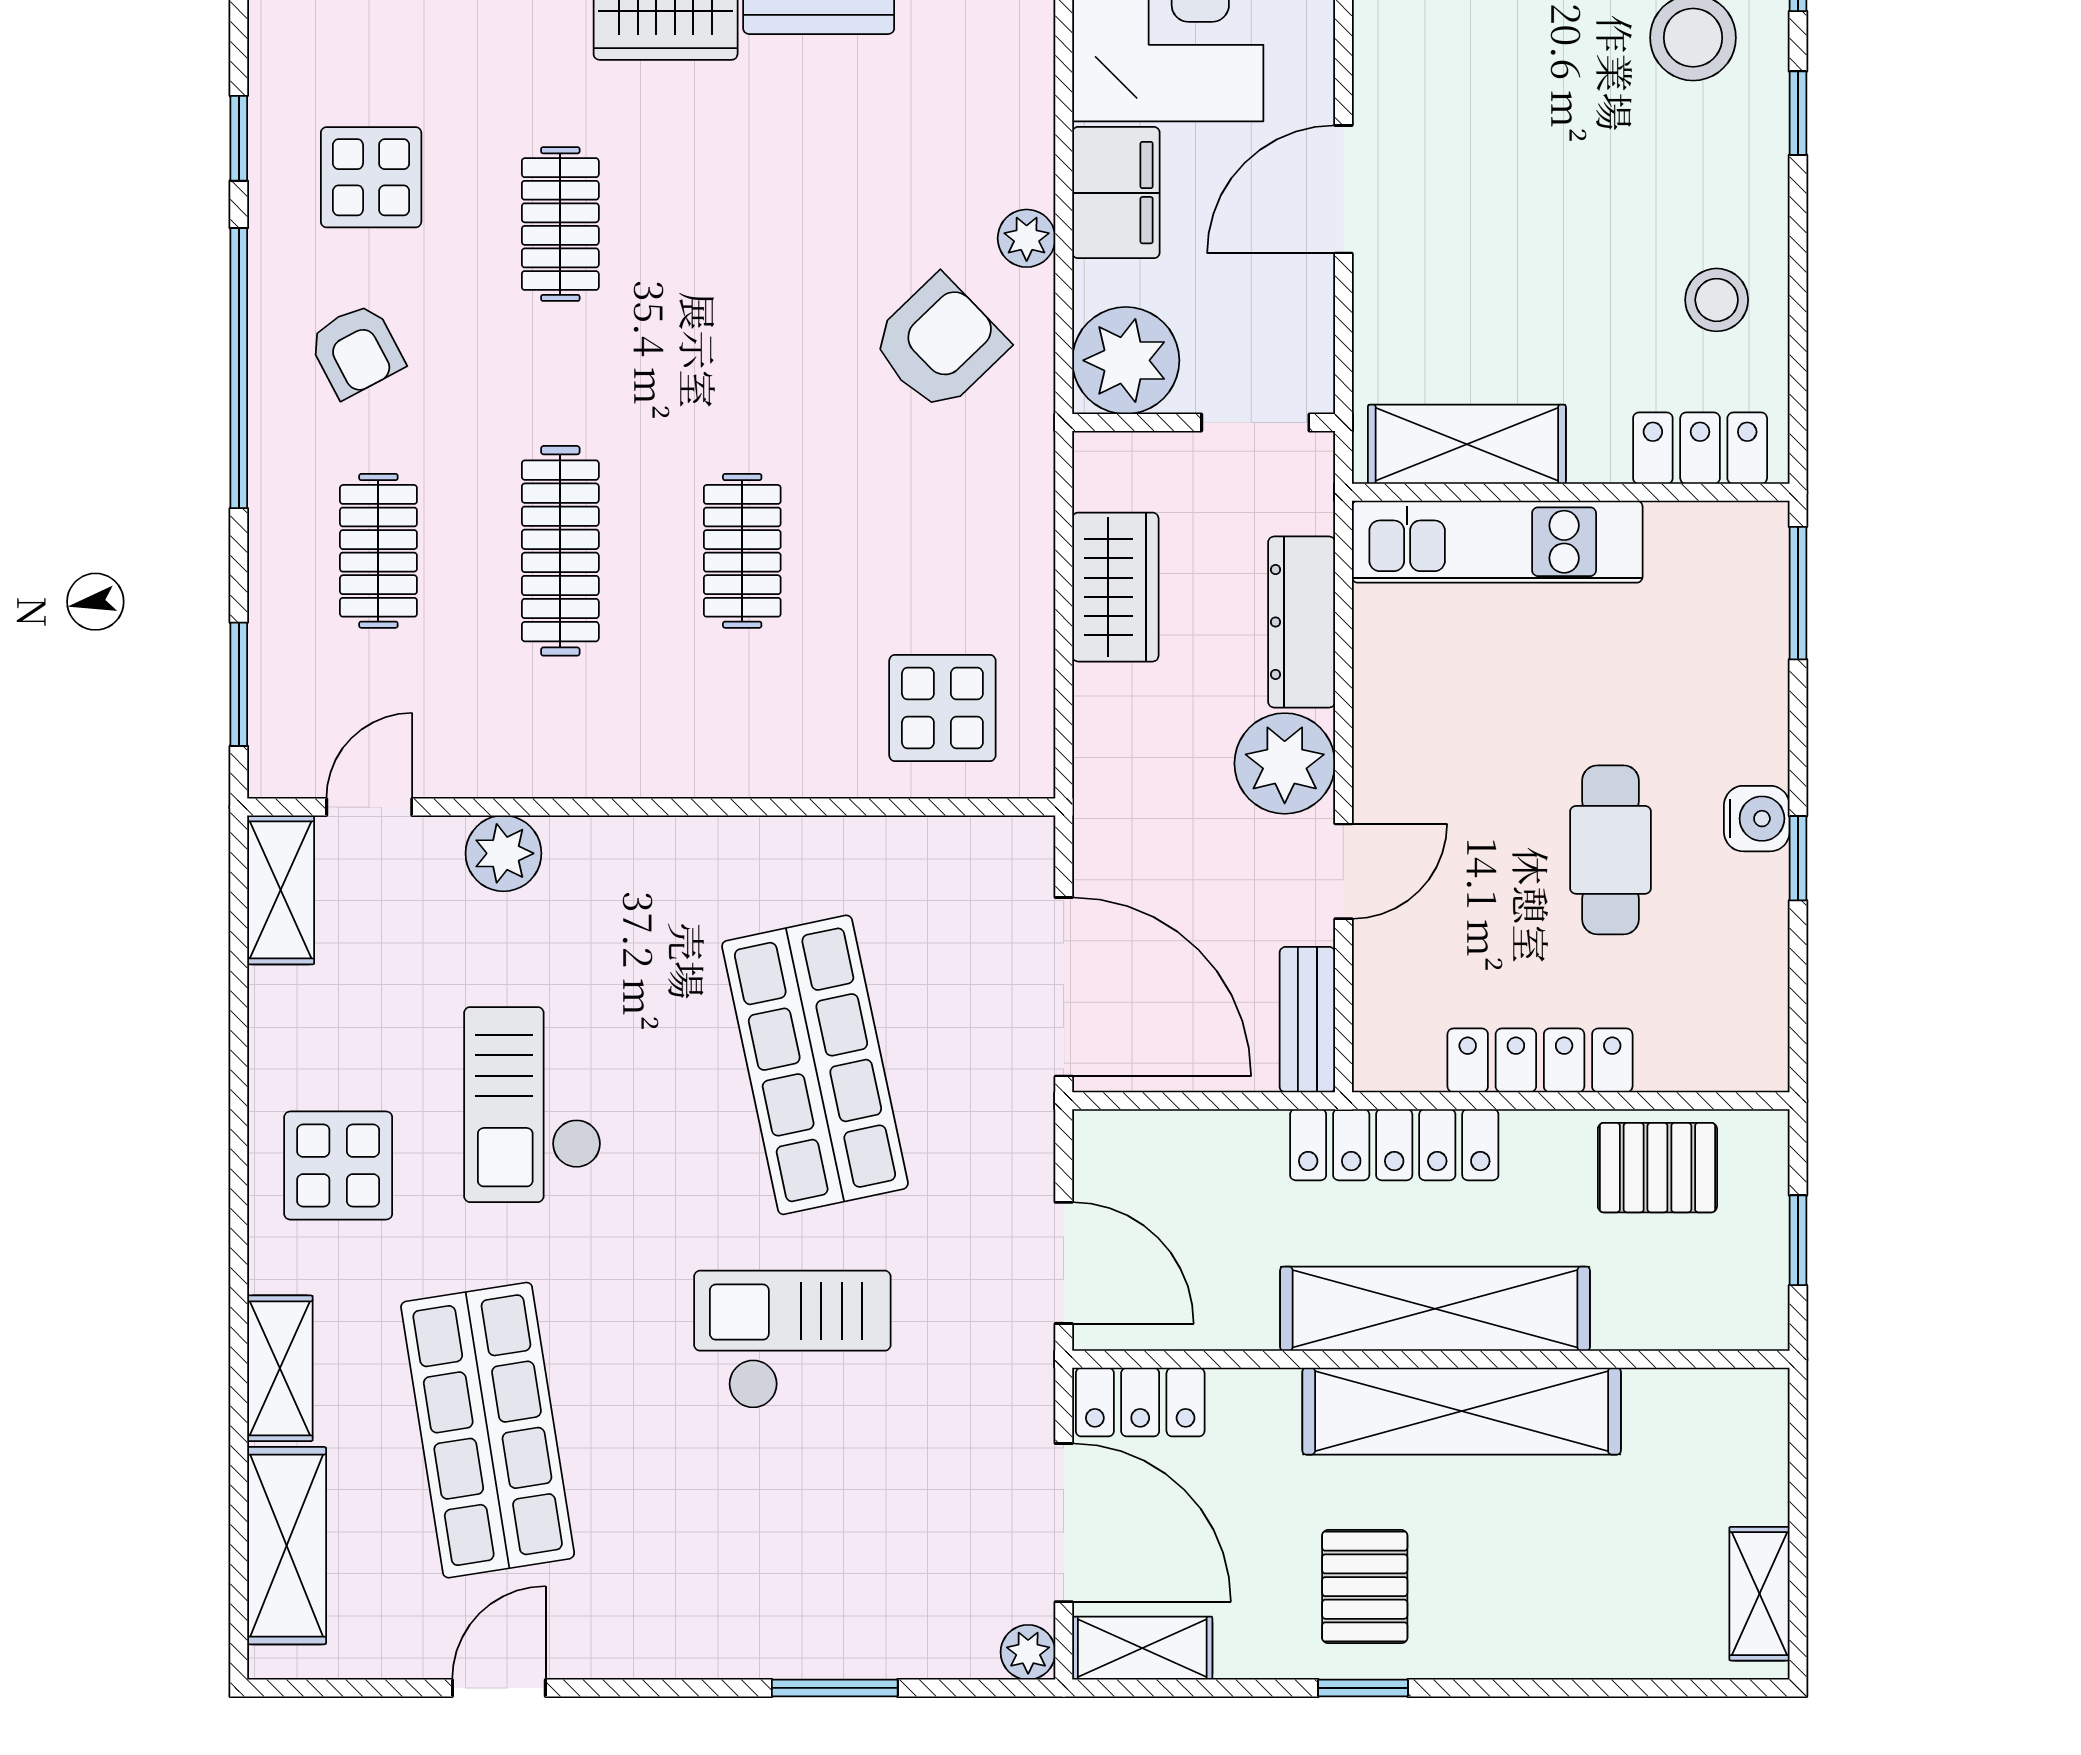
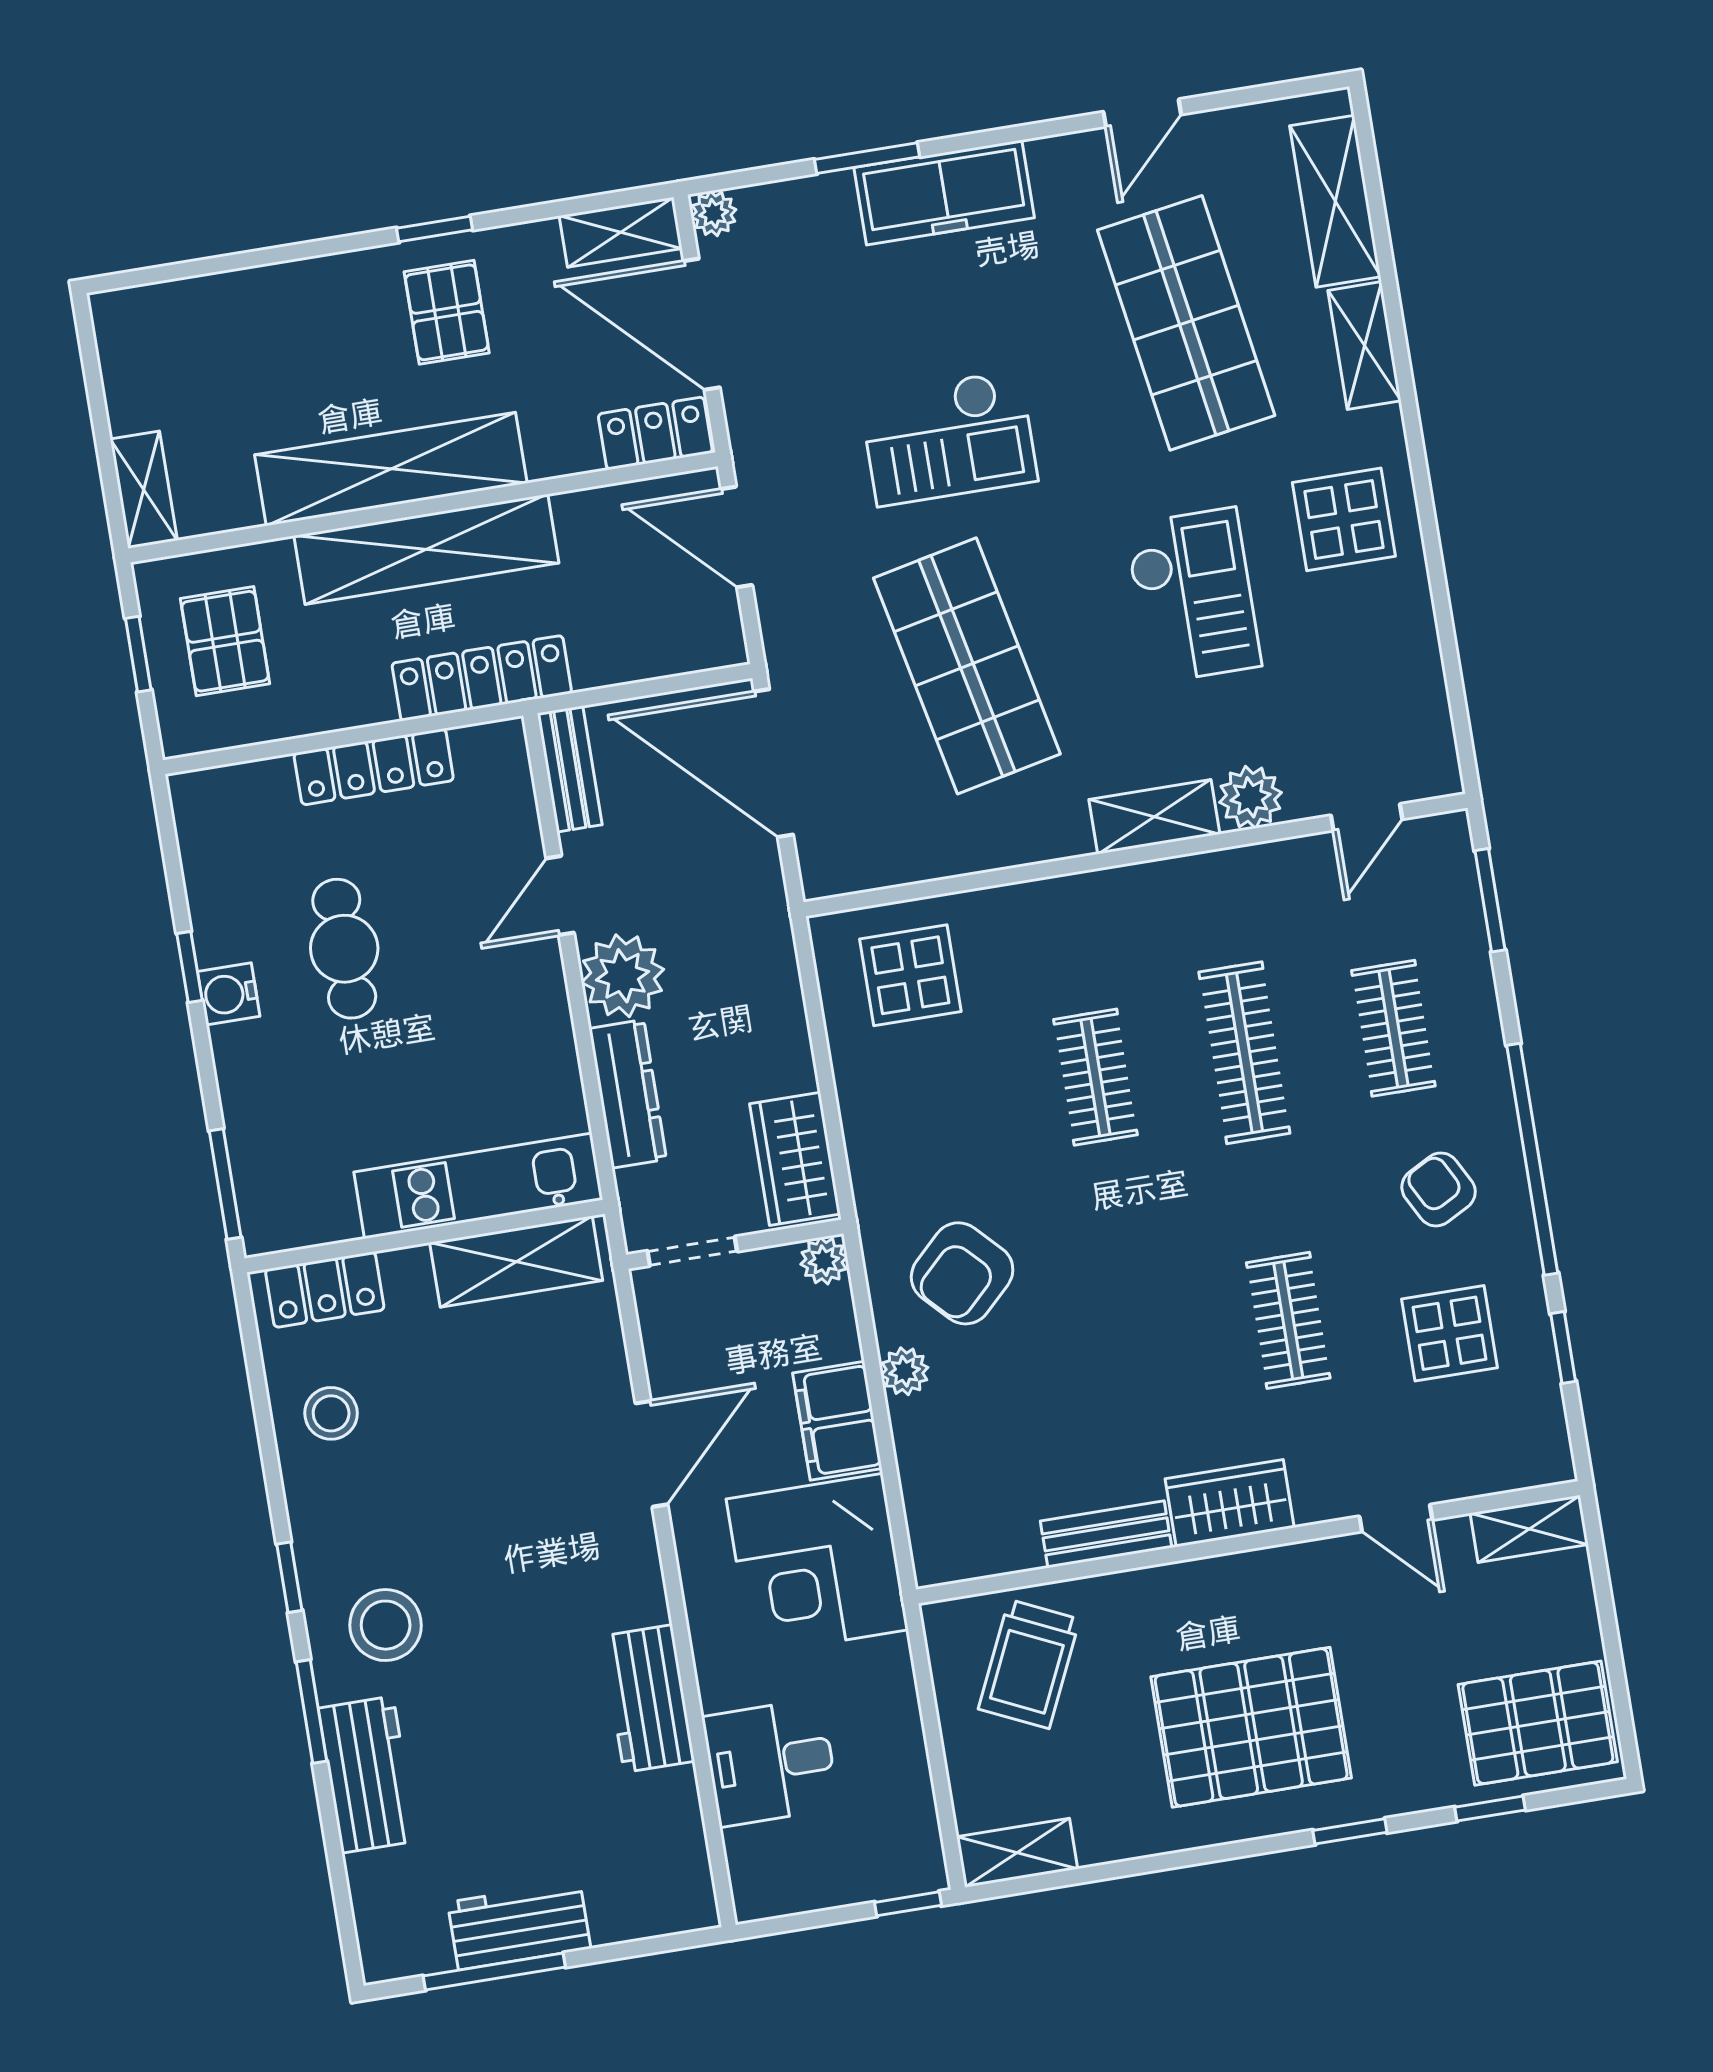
plant: (1126, 360) -> (824, 1261), width x0.53, depth x0.53
wardrobe: (1115, 587) -> (795, 1159), moved
shelving: (281, 890) -> (1154, 817), moved, turned 90
pallet: (1657, 1168) -> (225, 641), moved, turned 90
shelving: (1759, 1594) -> (144, 490), moved
freezer: (750, 1632) -> (944, 193), added

